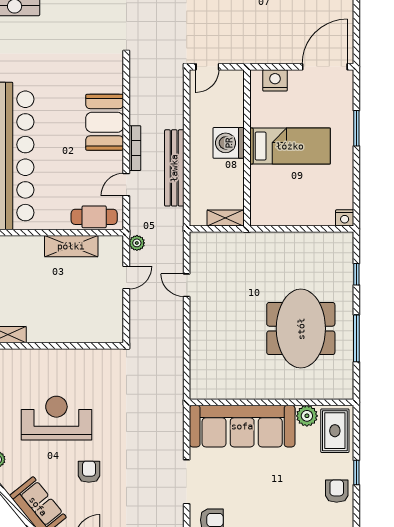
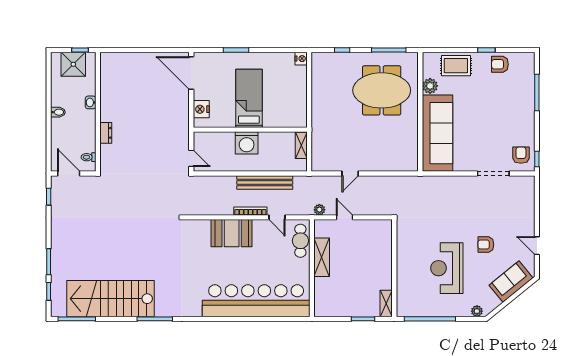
wall: (271, 402) -> (420, 112), moved
plant: (307, 416) -> (430, 86), moved
sofa: (242, 426) -> (438, 133), moved

